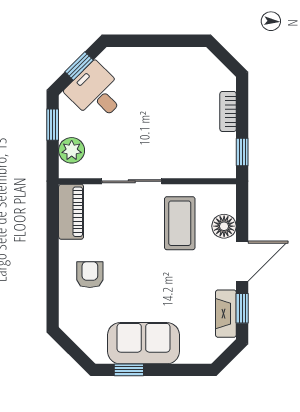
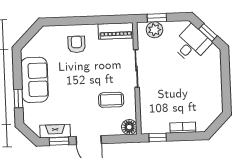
window: (53, 125) -> (157, 18), moved
coffee table: (180, 223) -> (111, 100), width x0.73, depth x0.77
floor lamp: (224, 226) -> (129, 127), moved
armchair: (90, 275) -> (76, 44), turned -90
window: (129, 370) -> (18, 99), moved

